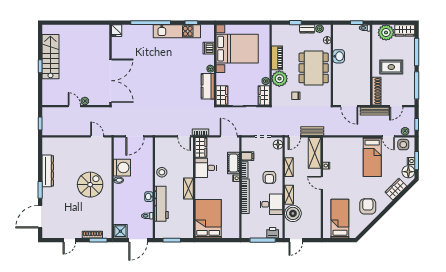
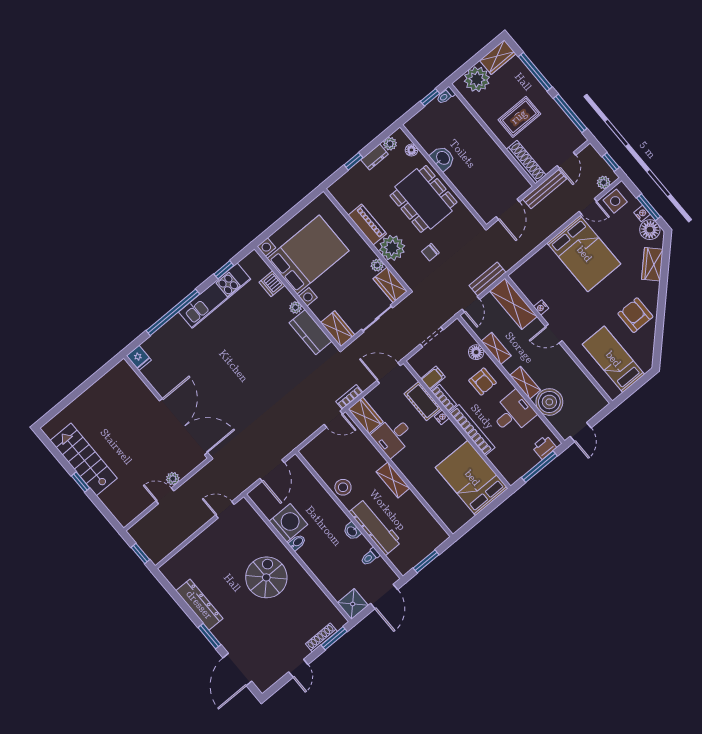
door: (349, 106) -> (508, 209), hinge flipped
floor lamp: (278, 144) -> (476, 352), moved
bed: (372, 157) -> (584, 254), width x1.50
bed: (208, 219) -> (472, 478), moved

